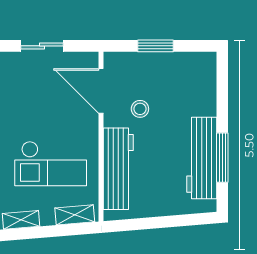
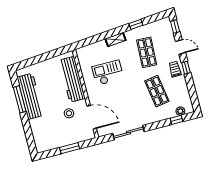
sliding door: (42, 46) -> (128, 133), width x1.37
checkout: (51, 164) -> (108, 73), width x0.73, depth x0.83
shelving: (75, 215) -> (88, 49), removed

